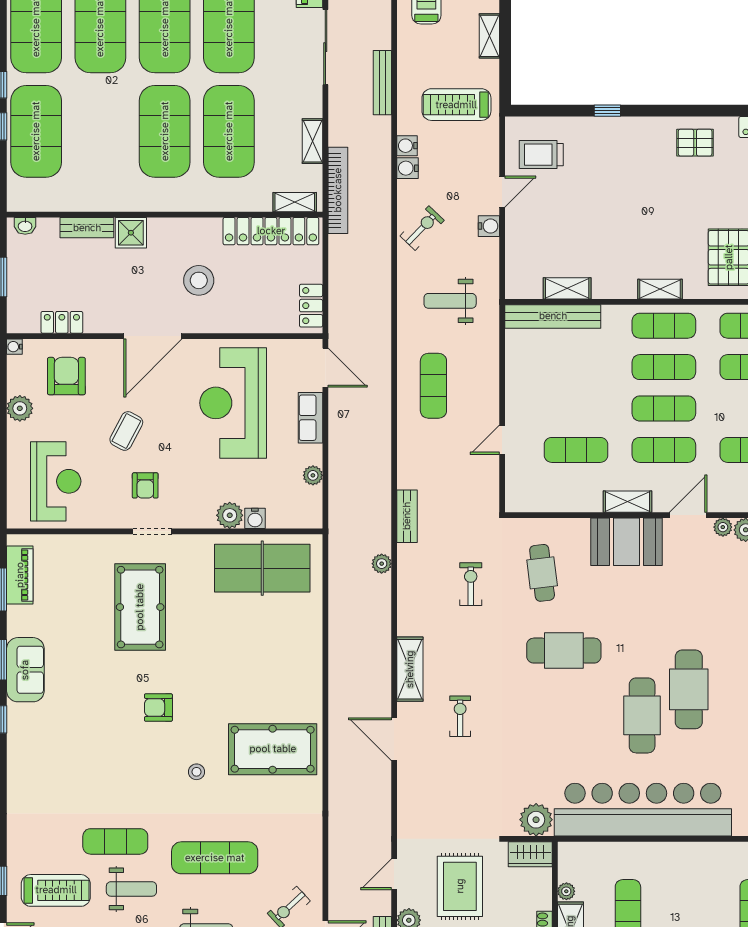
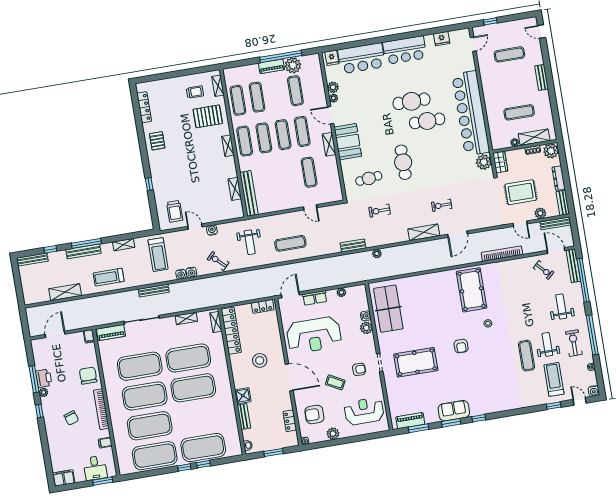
bookcase: (338, 190) -> (502, 254), moved
exercise mat: (215, 858) -> (526, 308), removed

